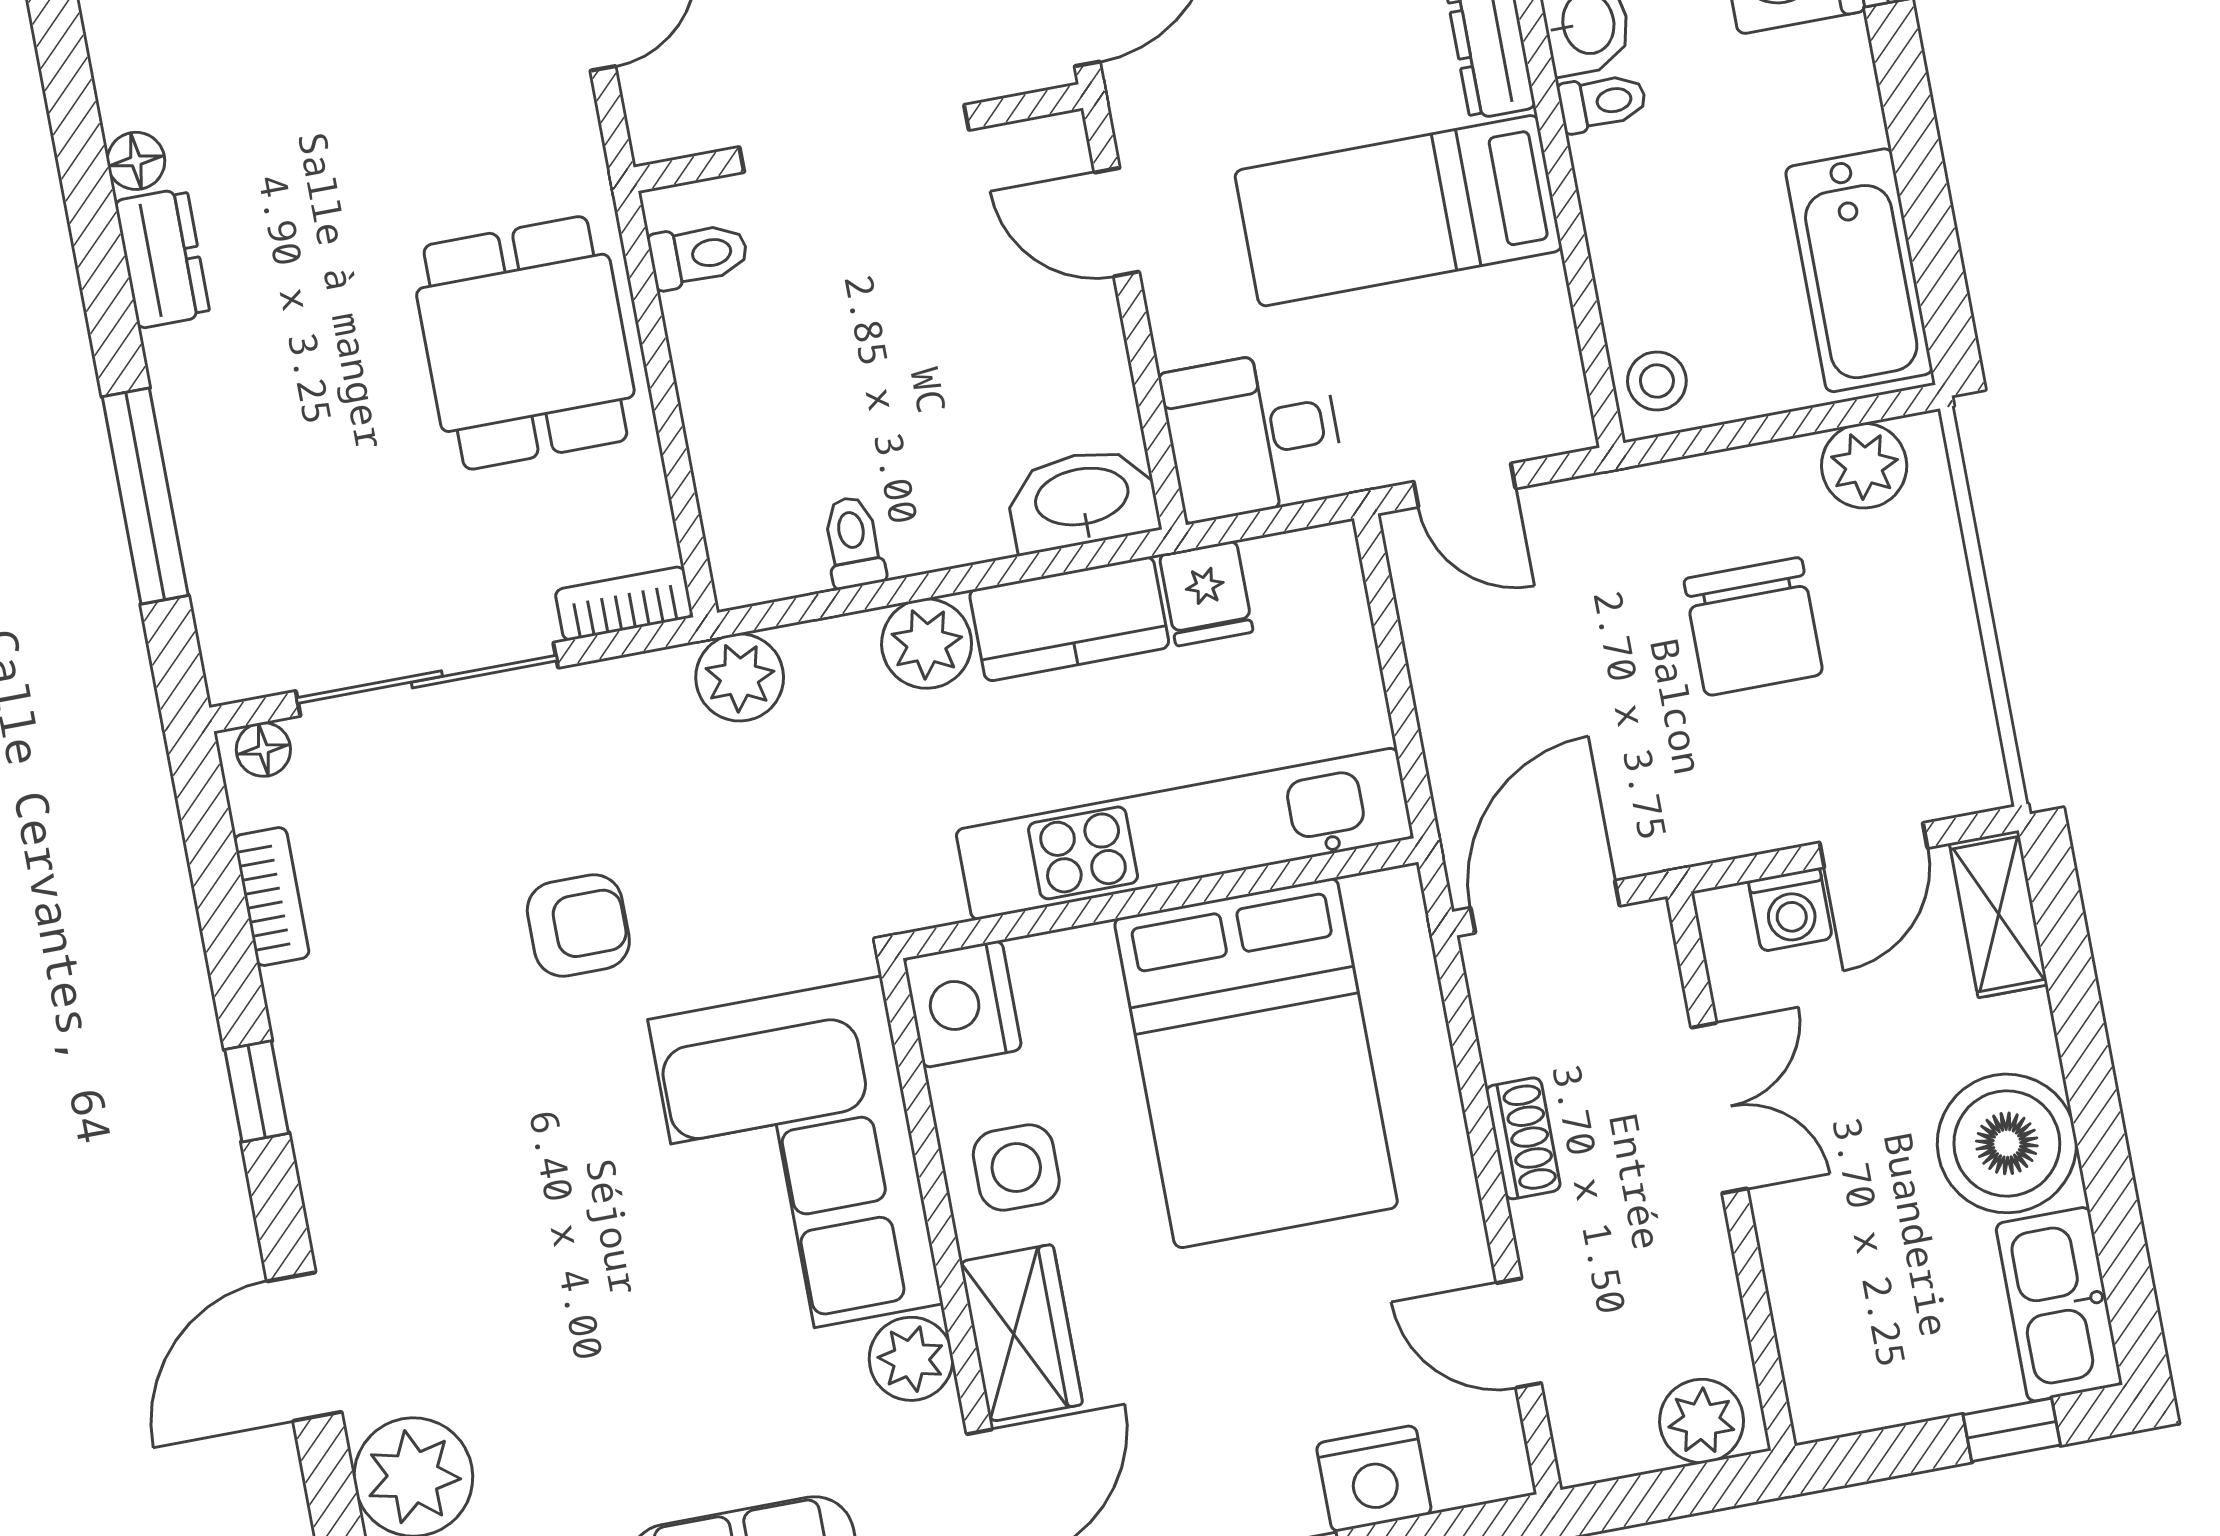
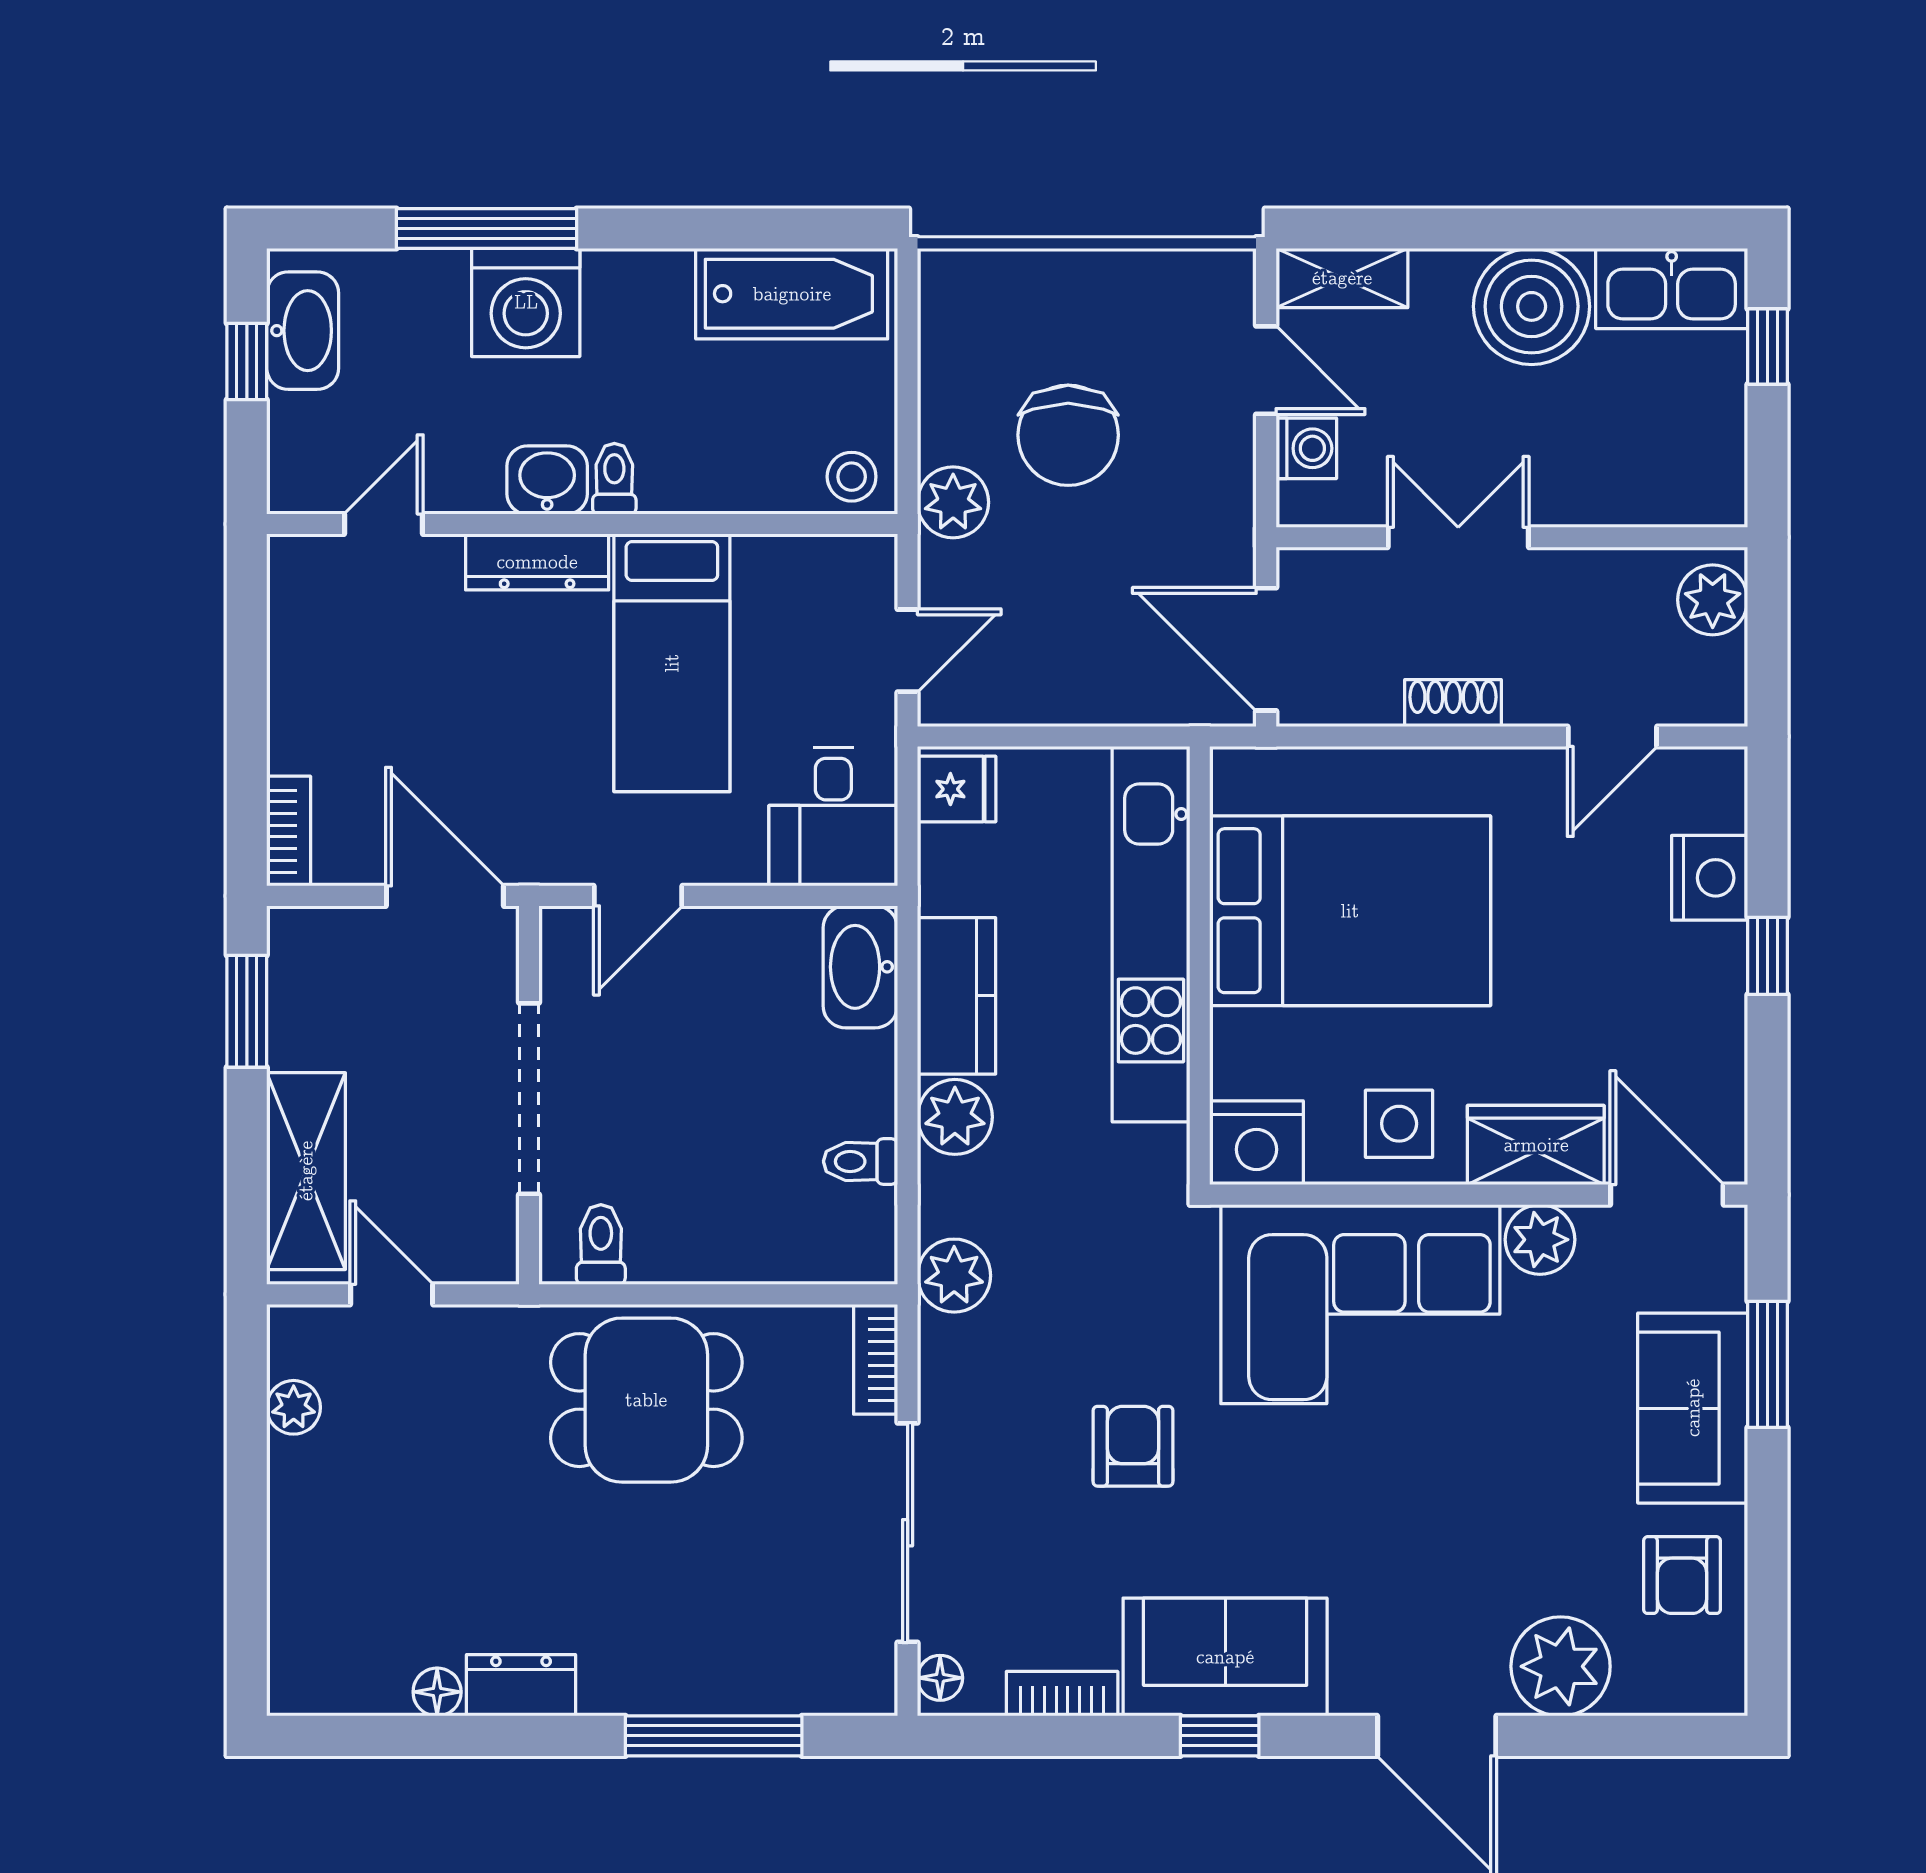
plant: (1864, 466) -> (953, 502), moved
fridge: (1206, 593) -> (957, 789), moved
chair: (1753, 627) -> (1068, 435), turned 90
sofa: (351, 1080) -> (1225, 1657), added

